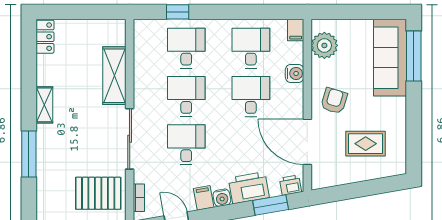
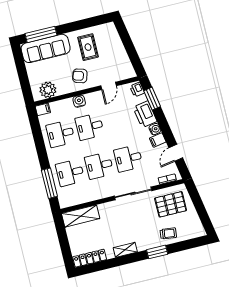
window: (178, 12) -> (49, 183), width x2.17
locker: (45, 37) -> (90, 258), width x1.53
water cooler: (295, 73) -> (79, 101), moved
shelving: (114, 76) -> (81, 216), moved
door: (307, 142) -> (109, 86), width x0.53
rug: (366, 144) -> (88, 47), moved
window: (29, 154) -> (157, 252), width x0.69
trolley: (54, 178) -> (168, 233), added
pallet: (98, 193) -> (171, 204), turned 90

